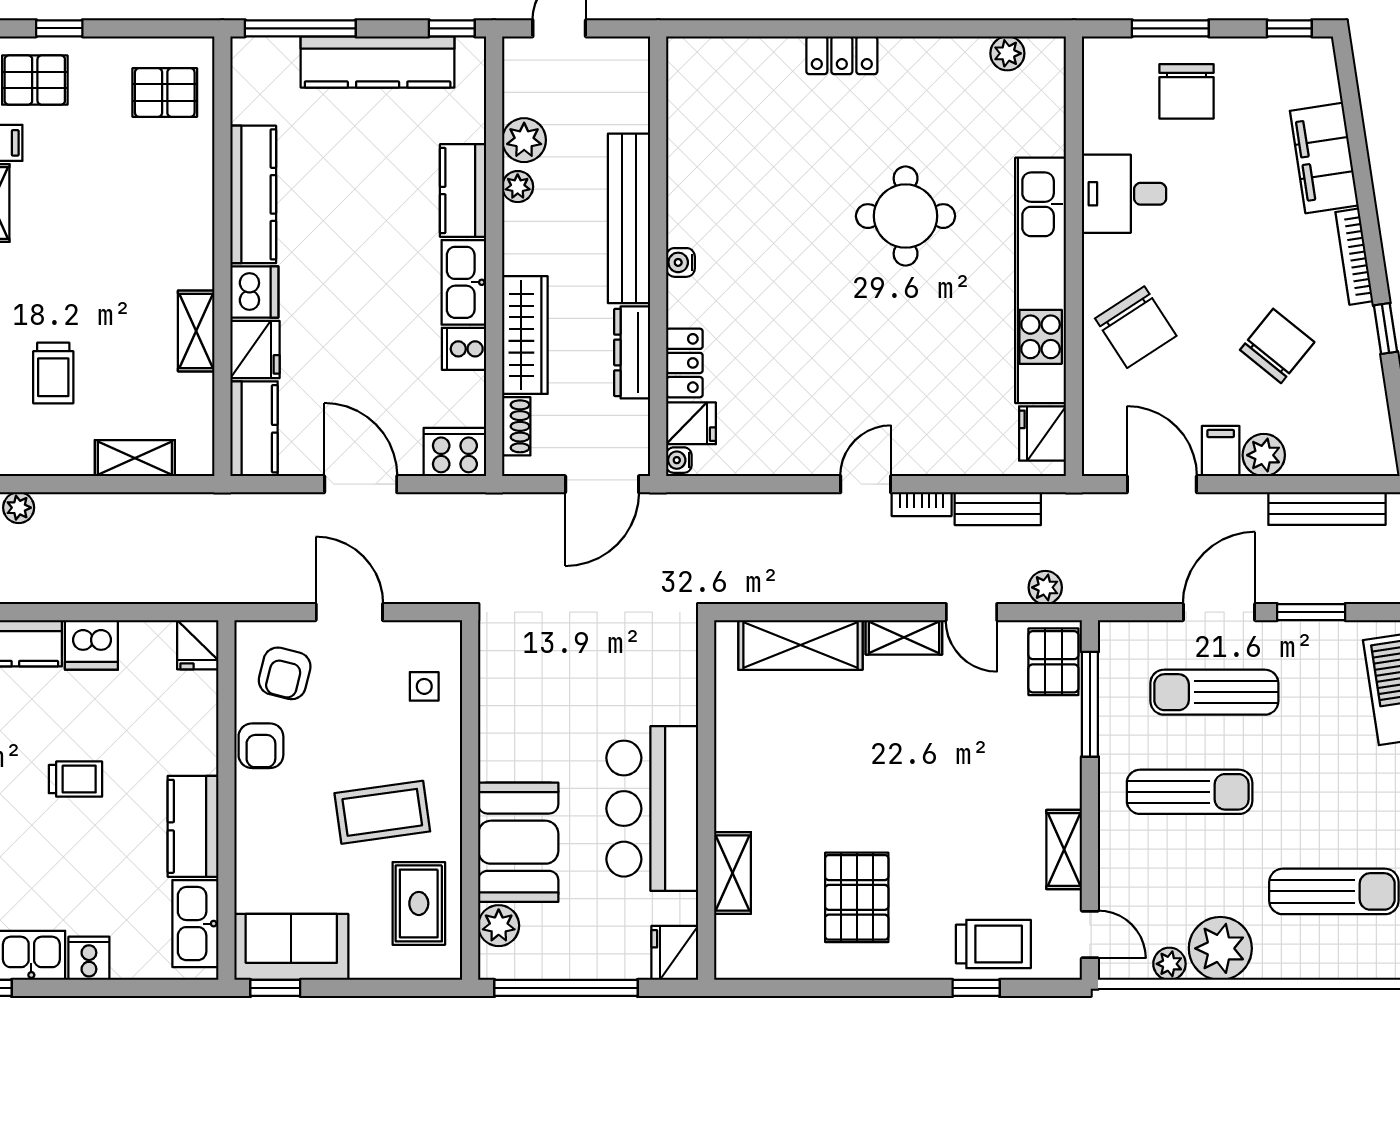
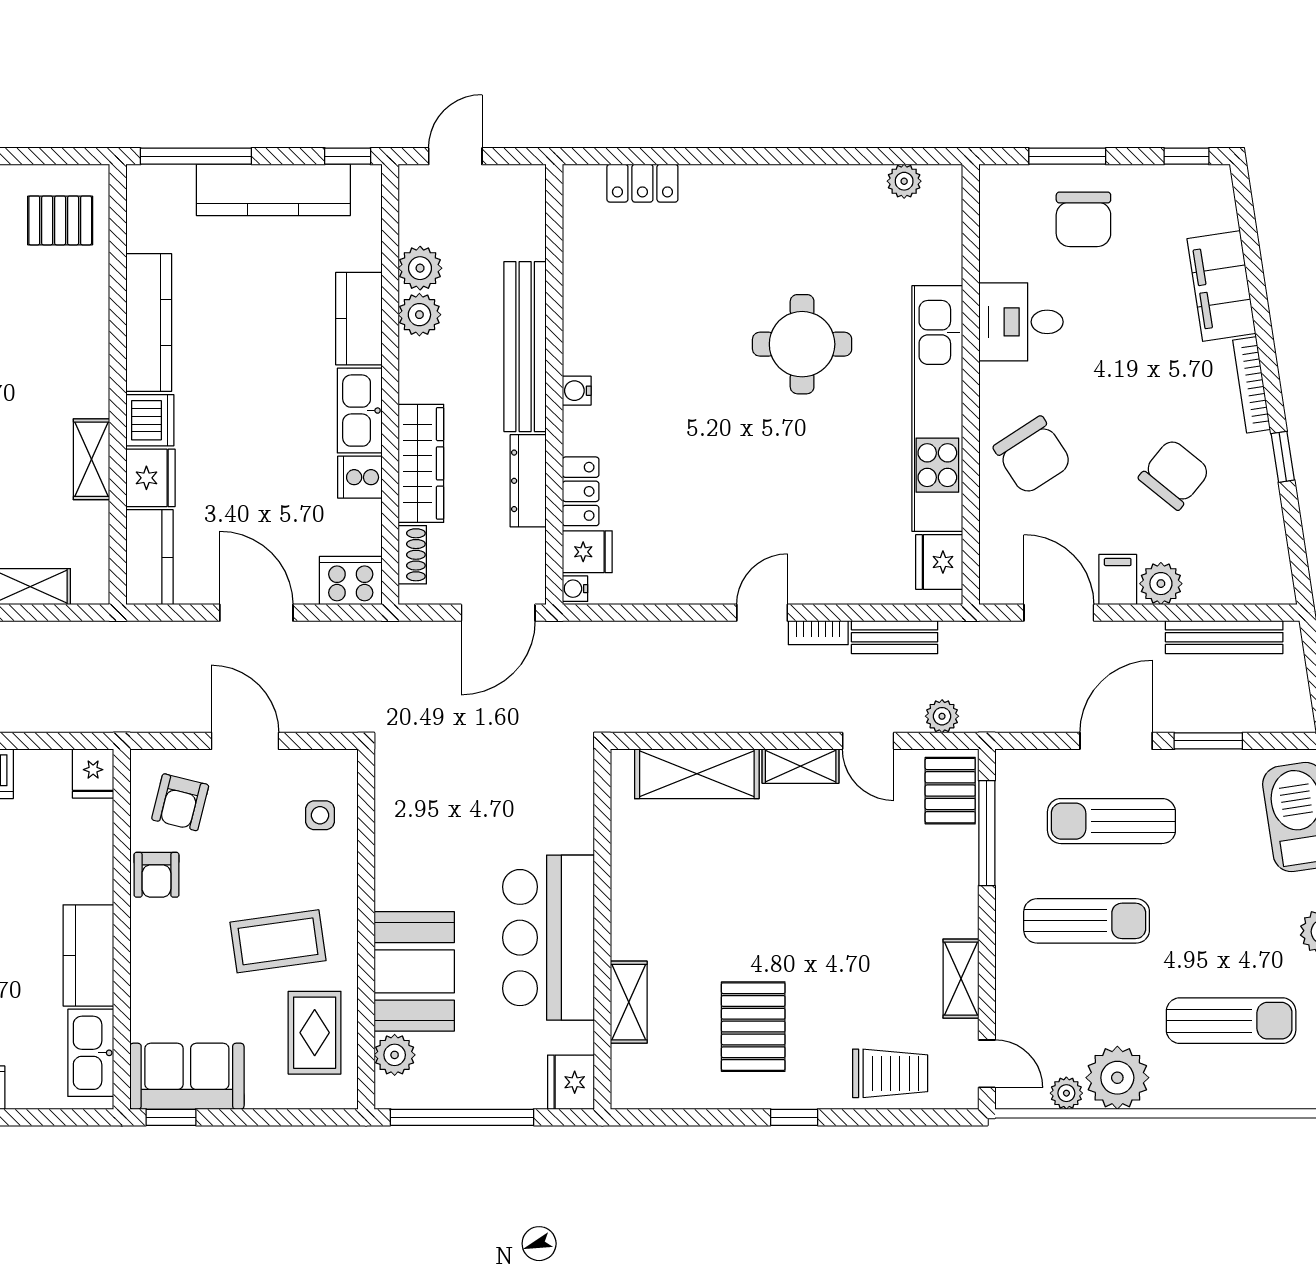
locker: (842, 55) -> (642, 183), moved
plant: (518, 187) -> (419, 315), width x1.38, depth x1.38
window: (976, 988) -> (794, 1117), moved

